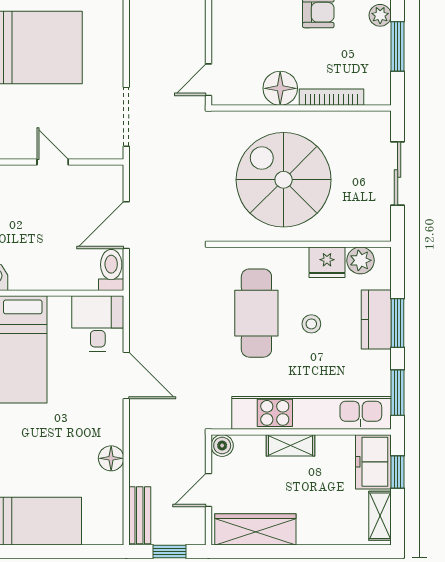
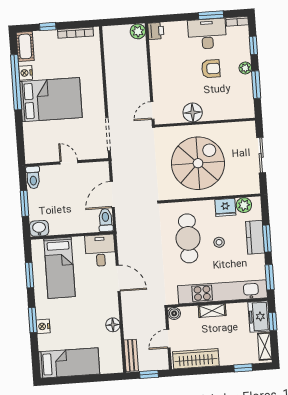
bookcase: (331, 97) -> (221, 115), removed
spiral stairs: (284, 180) -> (198, 163), turned 90
window: (339, 551) -> (243, 368), added

